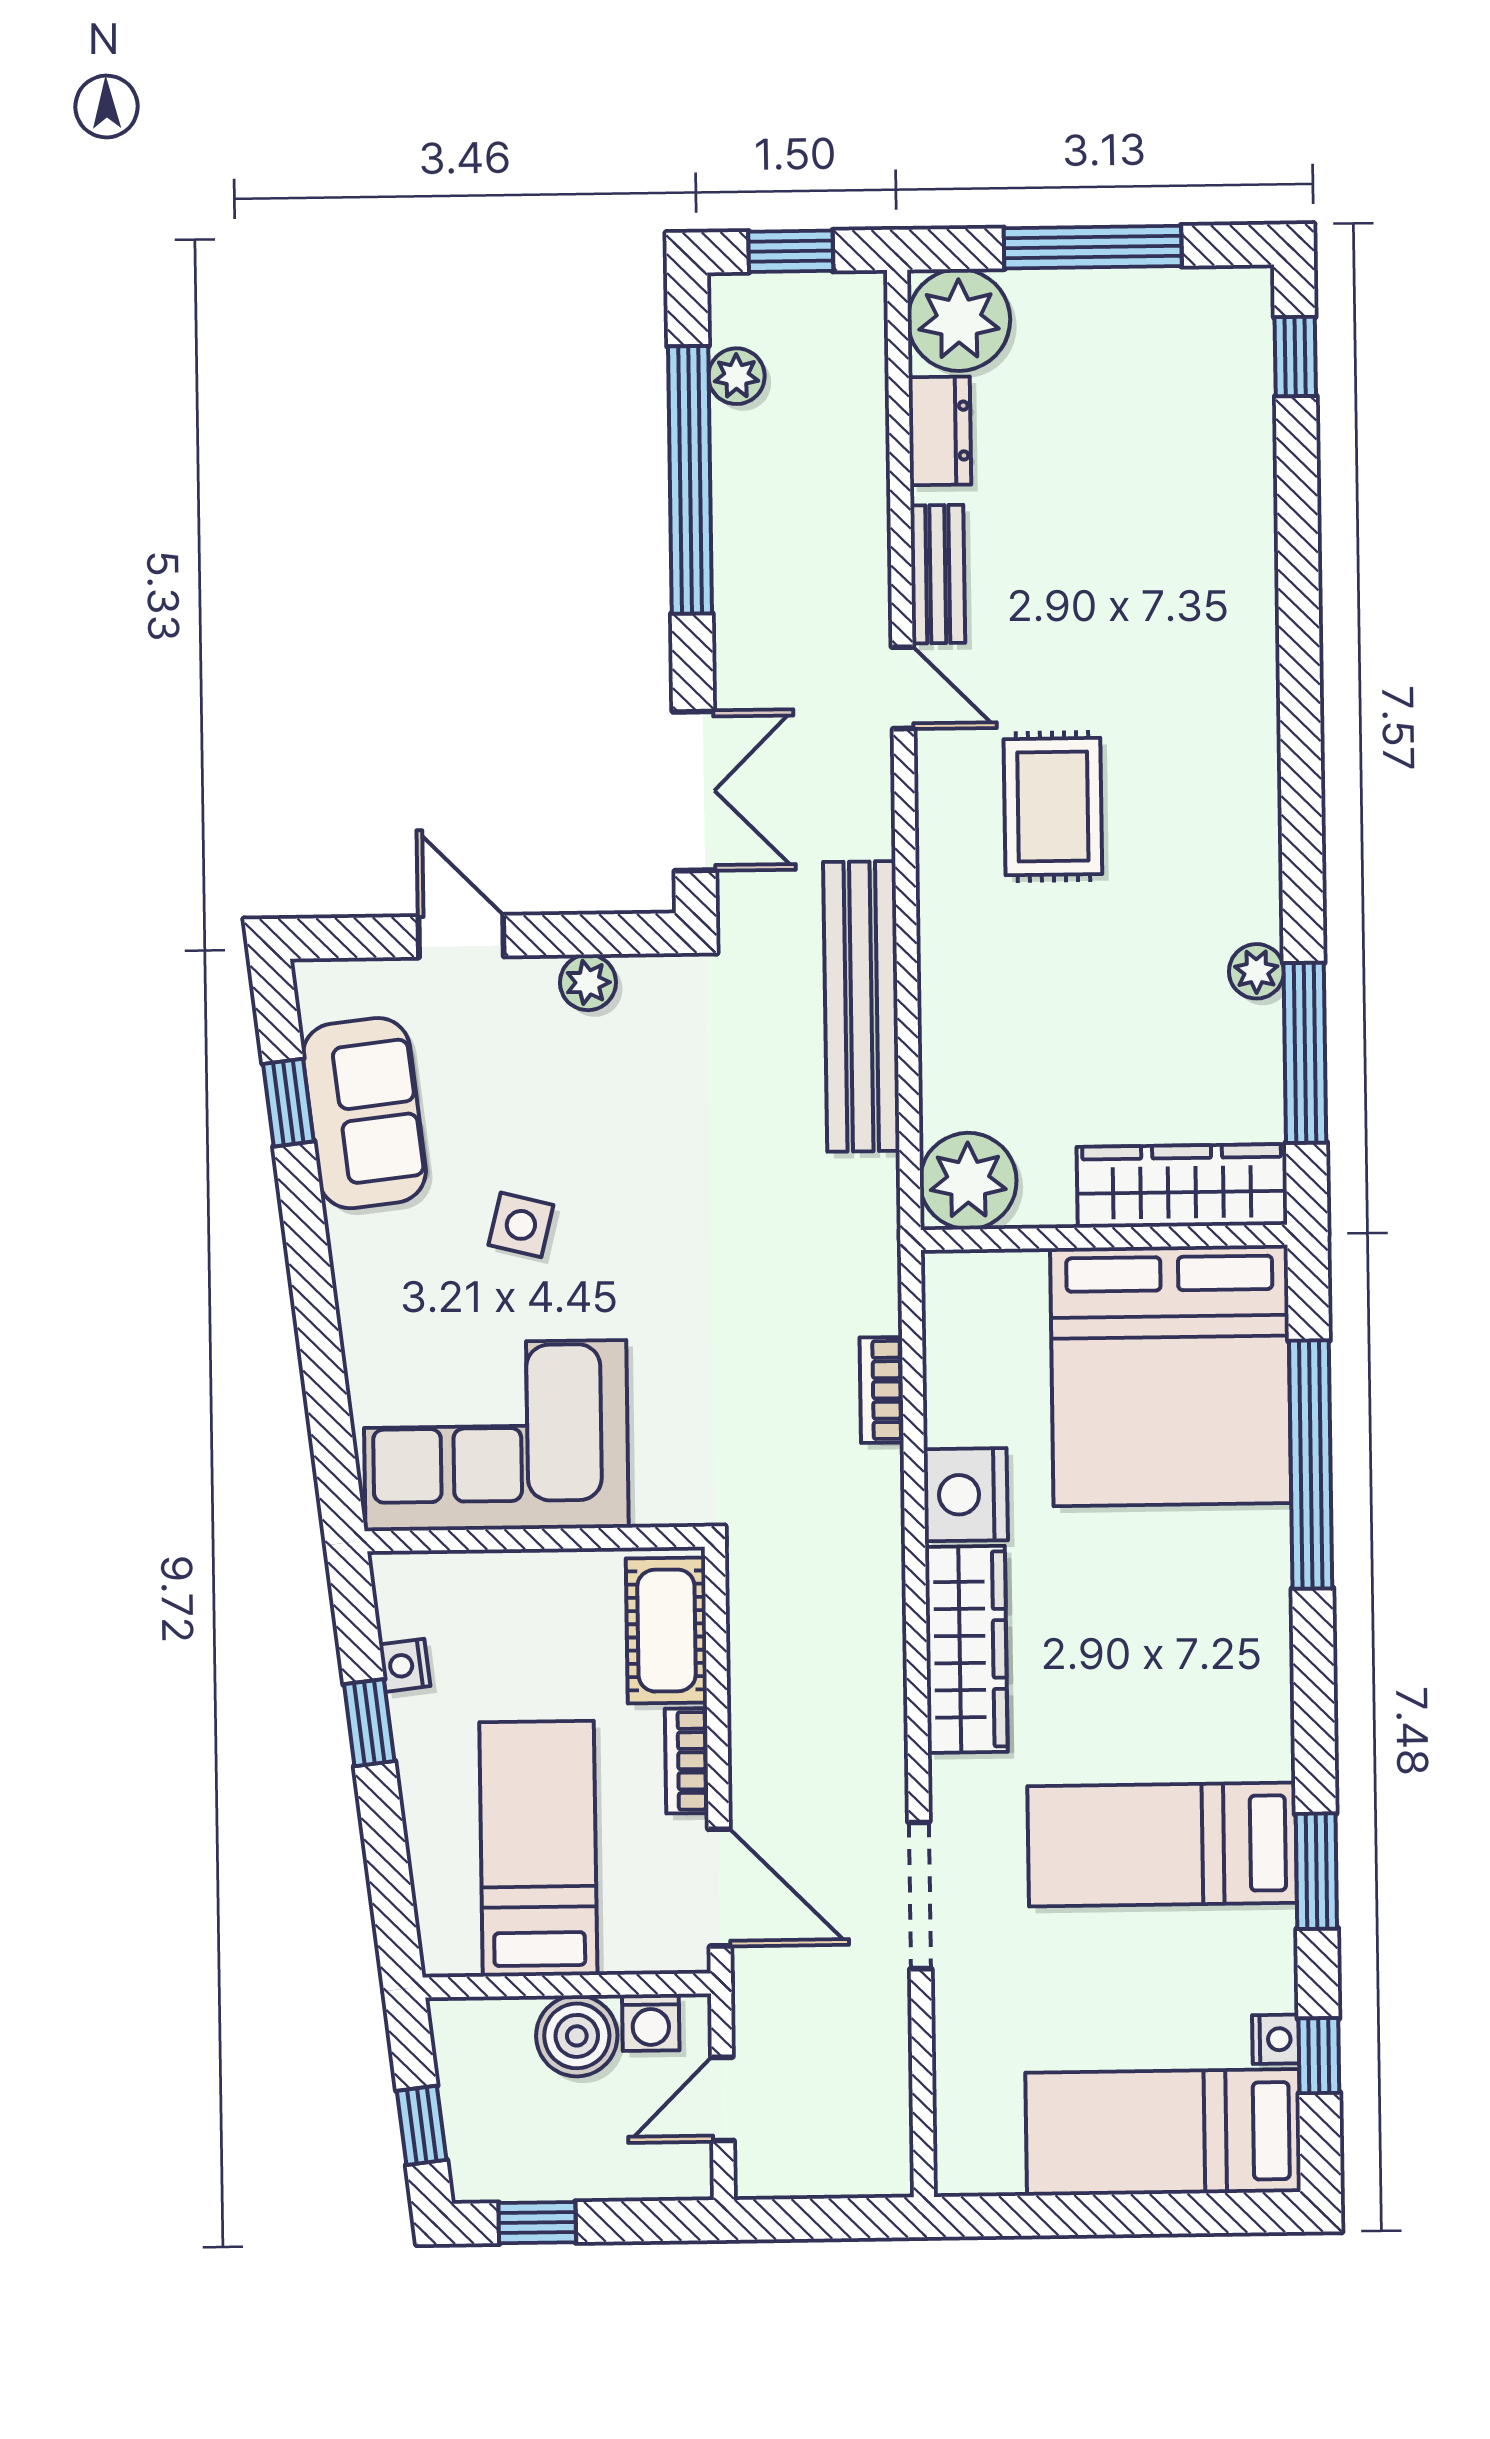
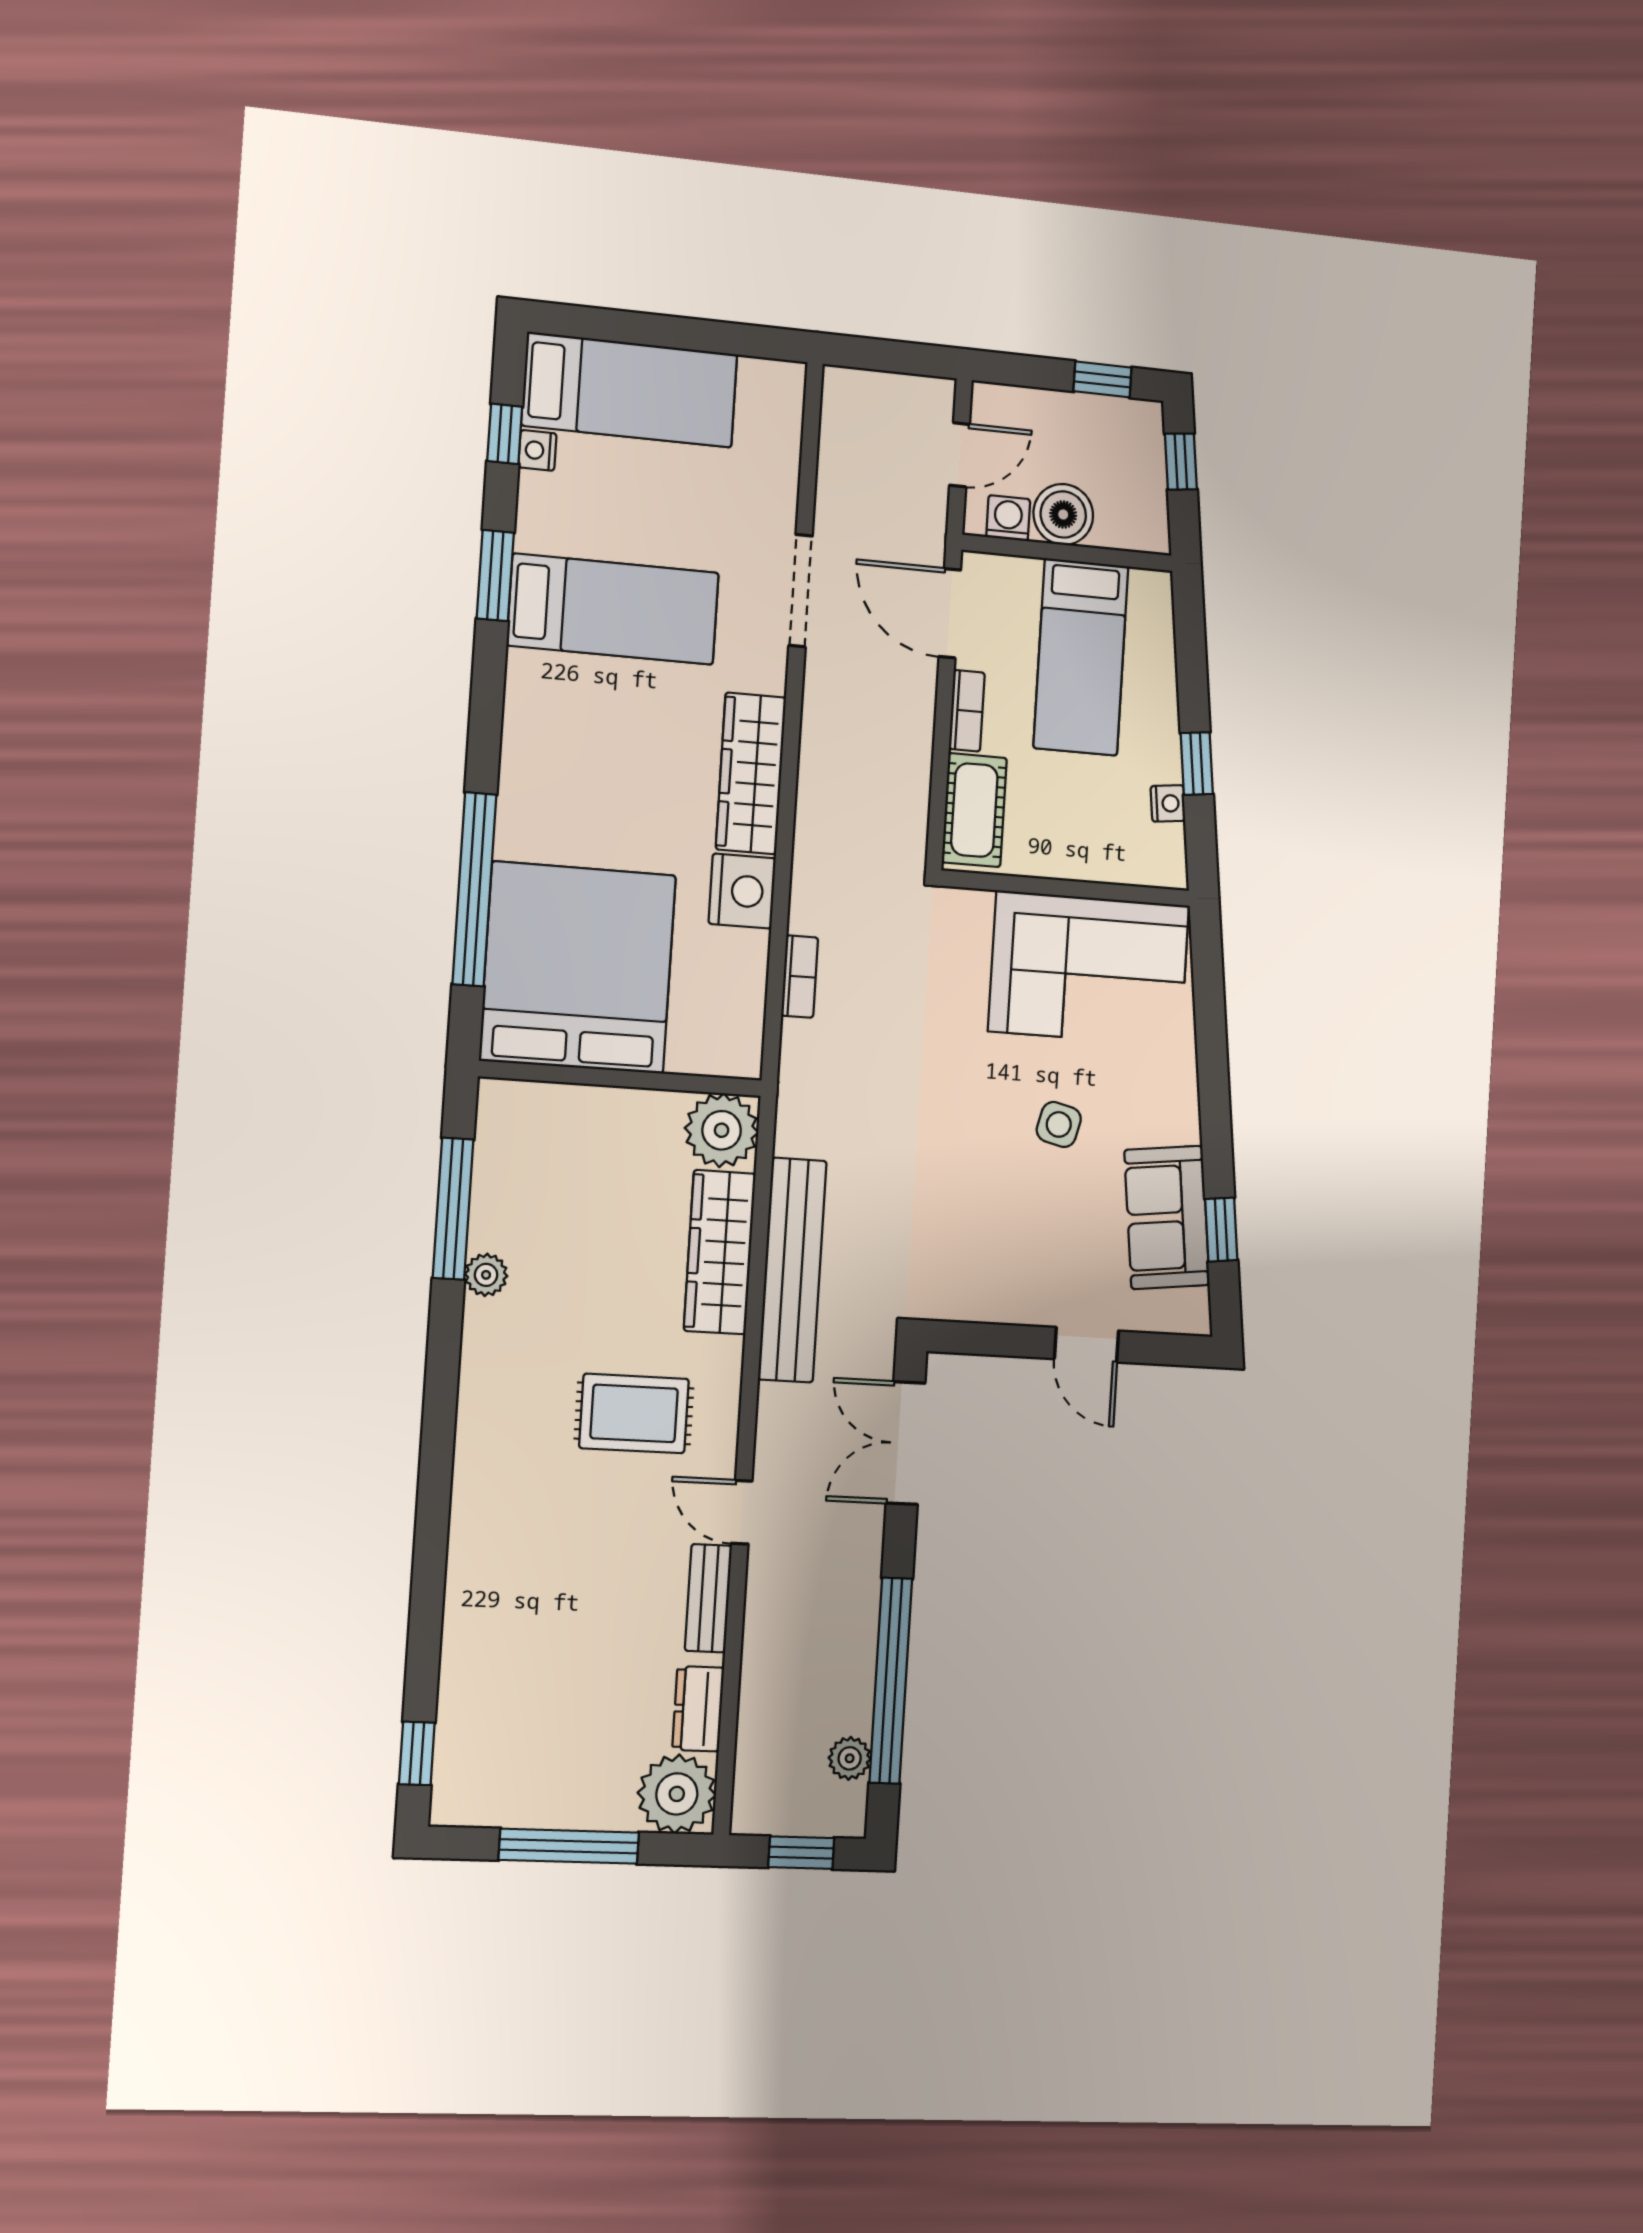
rug: (1053, 807) -> (634, 1413), turned 90
plant: (588, 982) -> (996, 1303), removed
wardrobe: (1182, 1186) -> (720, 1252), moved, turned 90

